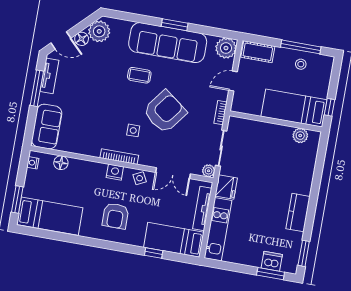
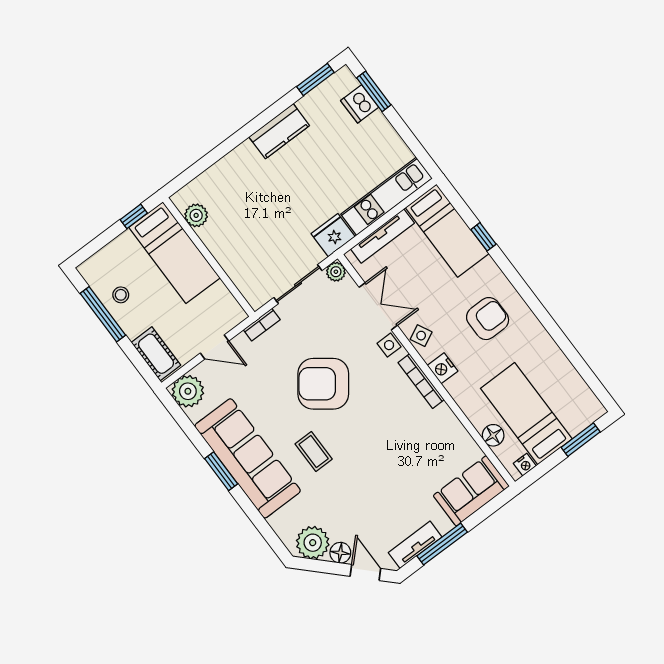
side table: (133, 130) -> (389, 345), moved
bed: (50, 216) -> (526, 414), moved

